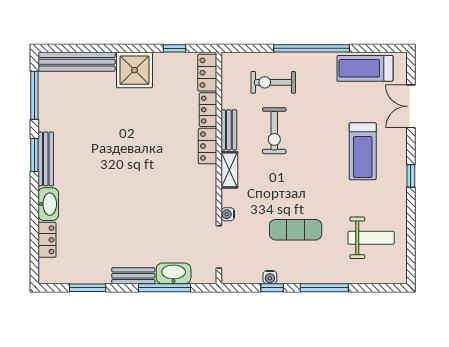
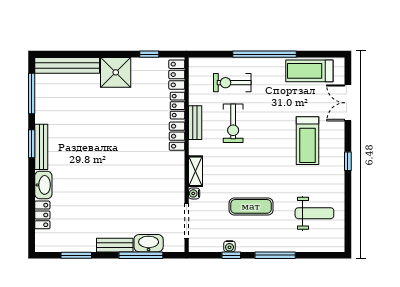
shelving: (229, 170) -> (195, 171), moved

